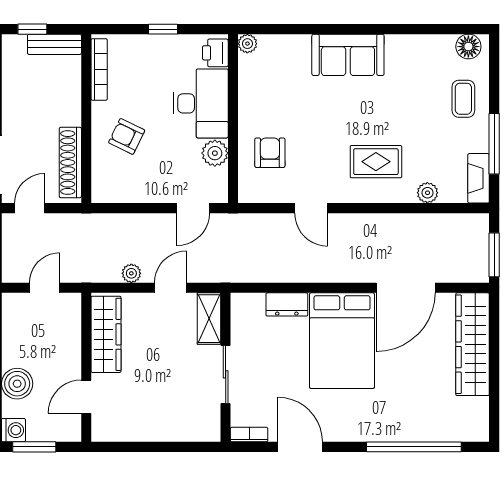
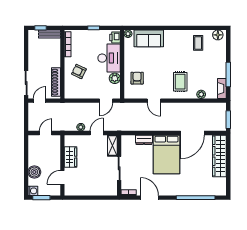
sofa: (348, 55) -> (149, 38), moved
coffee table: (463, 99) -> (198, 43), moved
rug: (376, 162) -> (180, 82), turned 90
wardrobe: (106, 334) -> (70, 157), width x0.67

